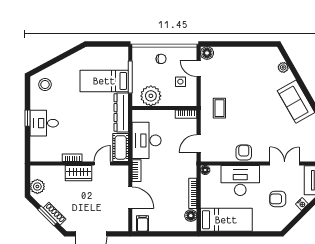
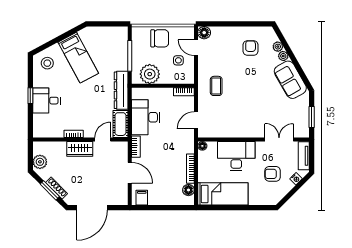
chair: (161, 59) -> (160, 38), width x1.87, depth x1.87
plant: (289, 77) -> (283, 56), added
bed: (104, 81) -> (78, 58), moved, turned -118
armchair: (244, 152) -> (251, 48), moved

